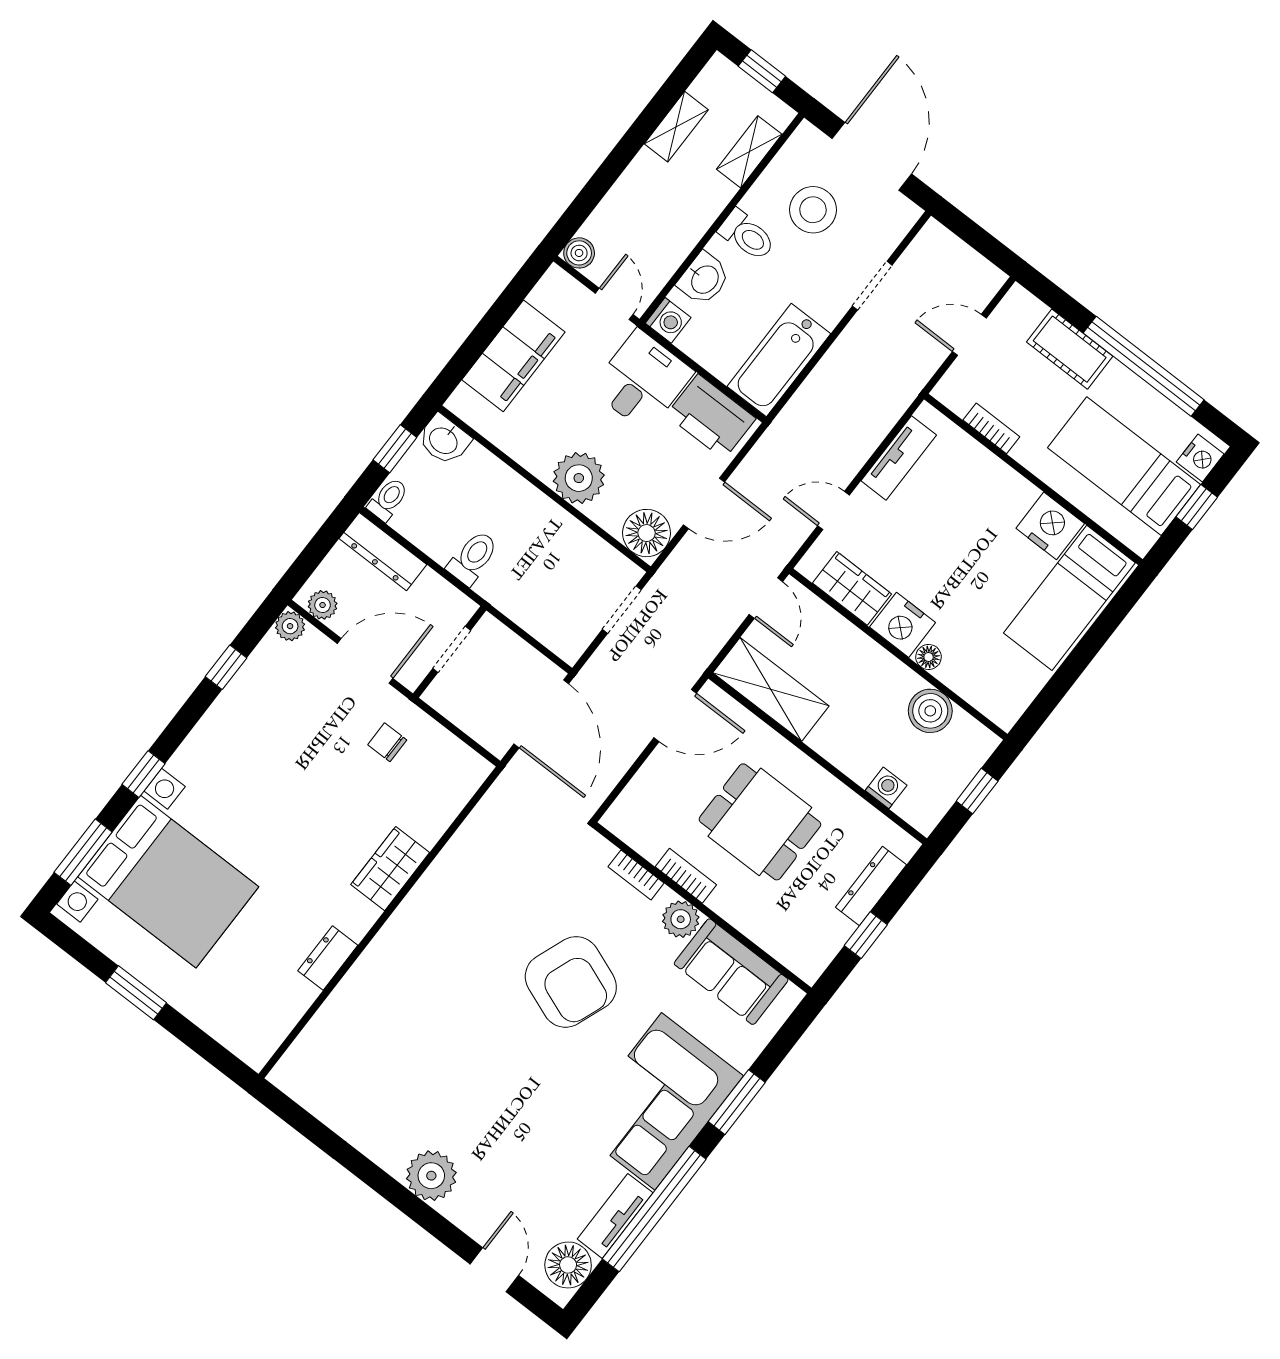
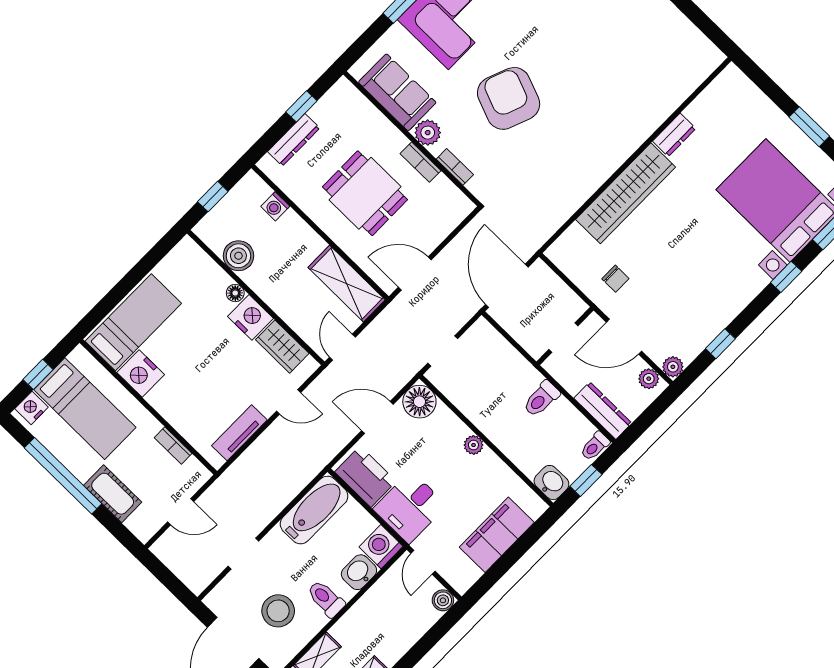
washing machine: (668, 320) -> (381, 547), width x1.38, depth x1.38
plant: (579, 478) -> (473, 445), width x0.53, depth x0.53
wardrobe: (390, 869) -> (626, 193), width x2.10, depth x1.17

